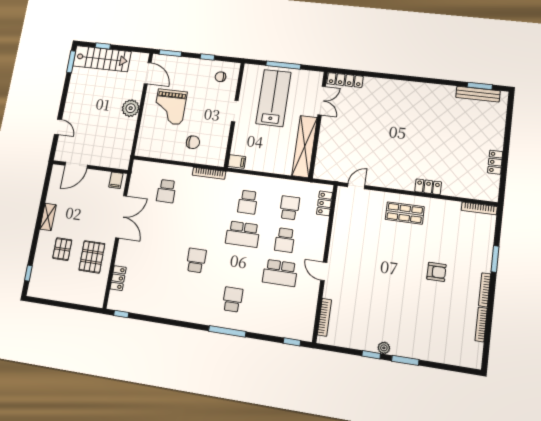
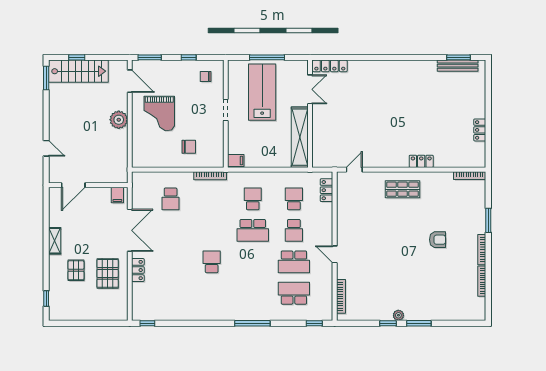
school desk: (248, 202) -> (253, 199), turned 180
locker: (118, 278) -> (138, 270), moved
school desk: (233, 300) -> (294, 293), moved, width x1.85

